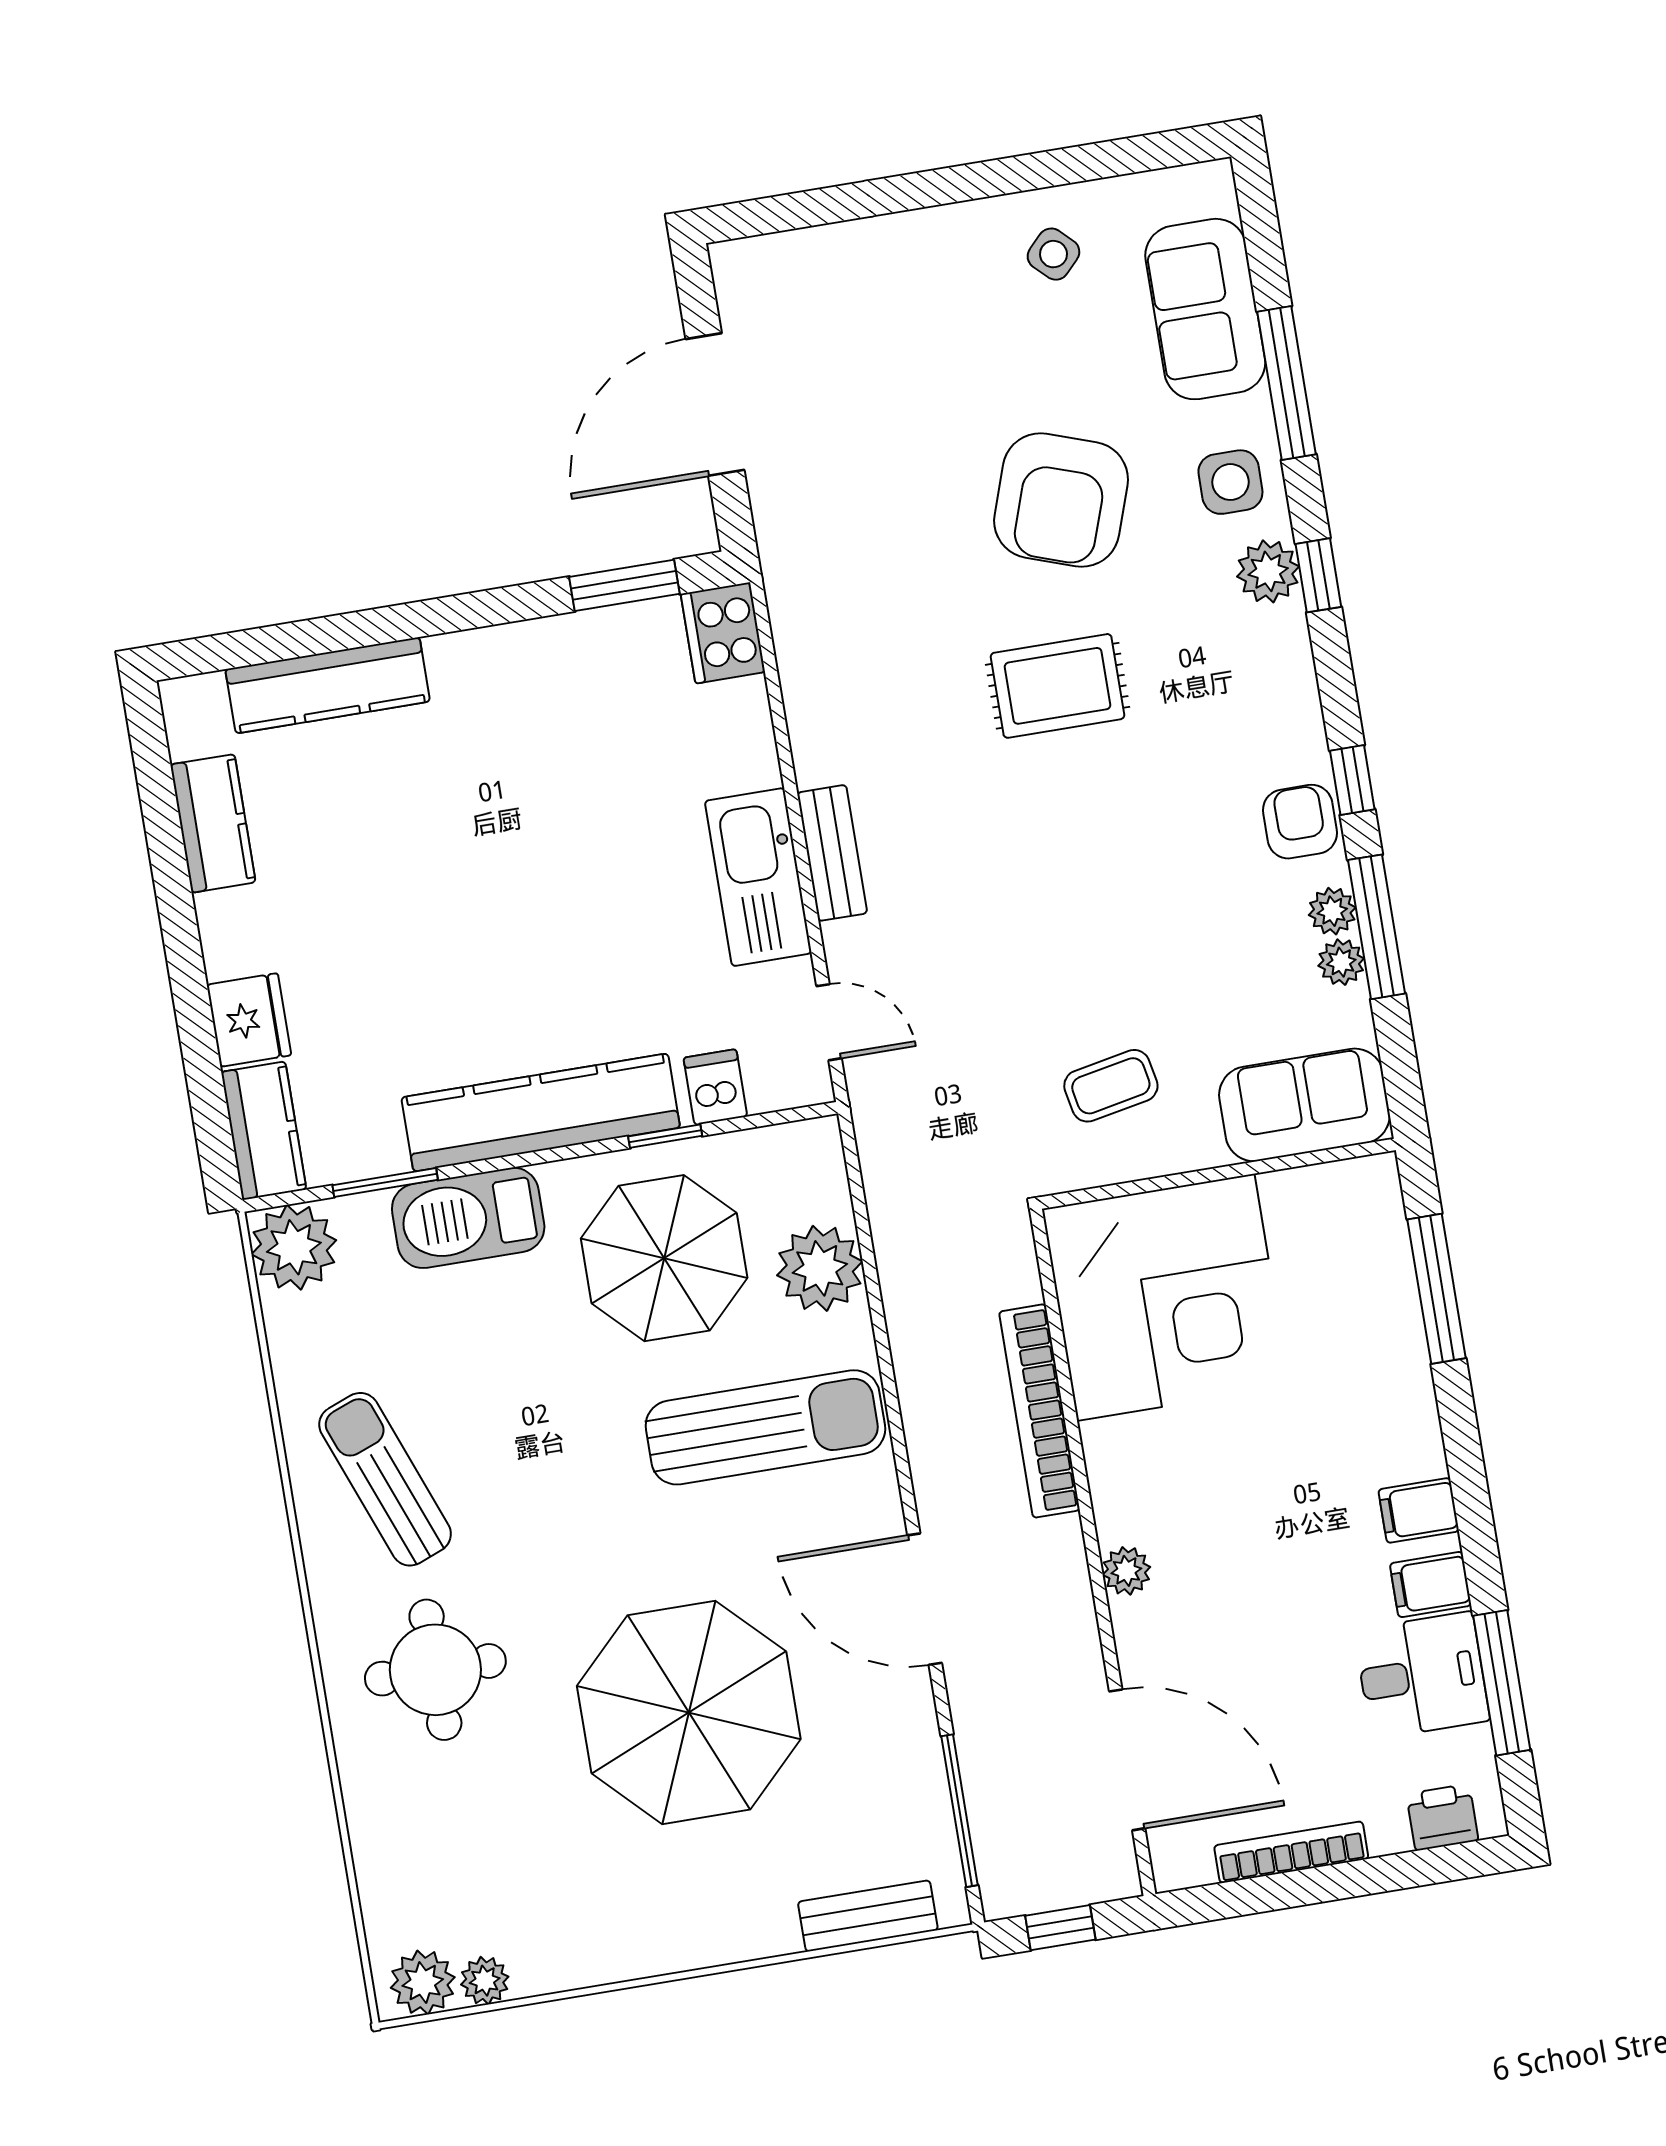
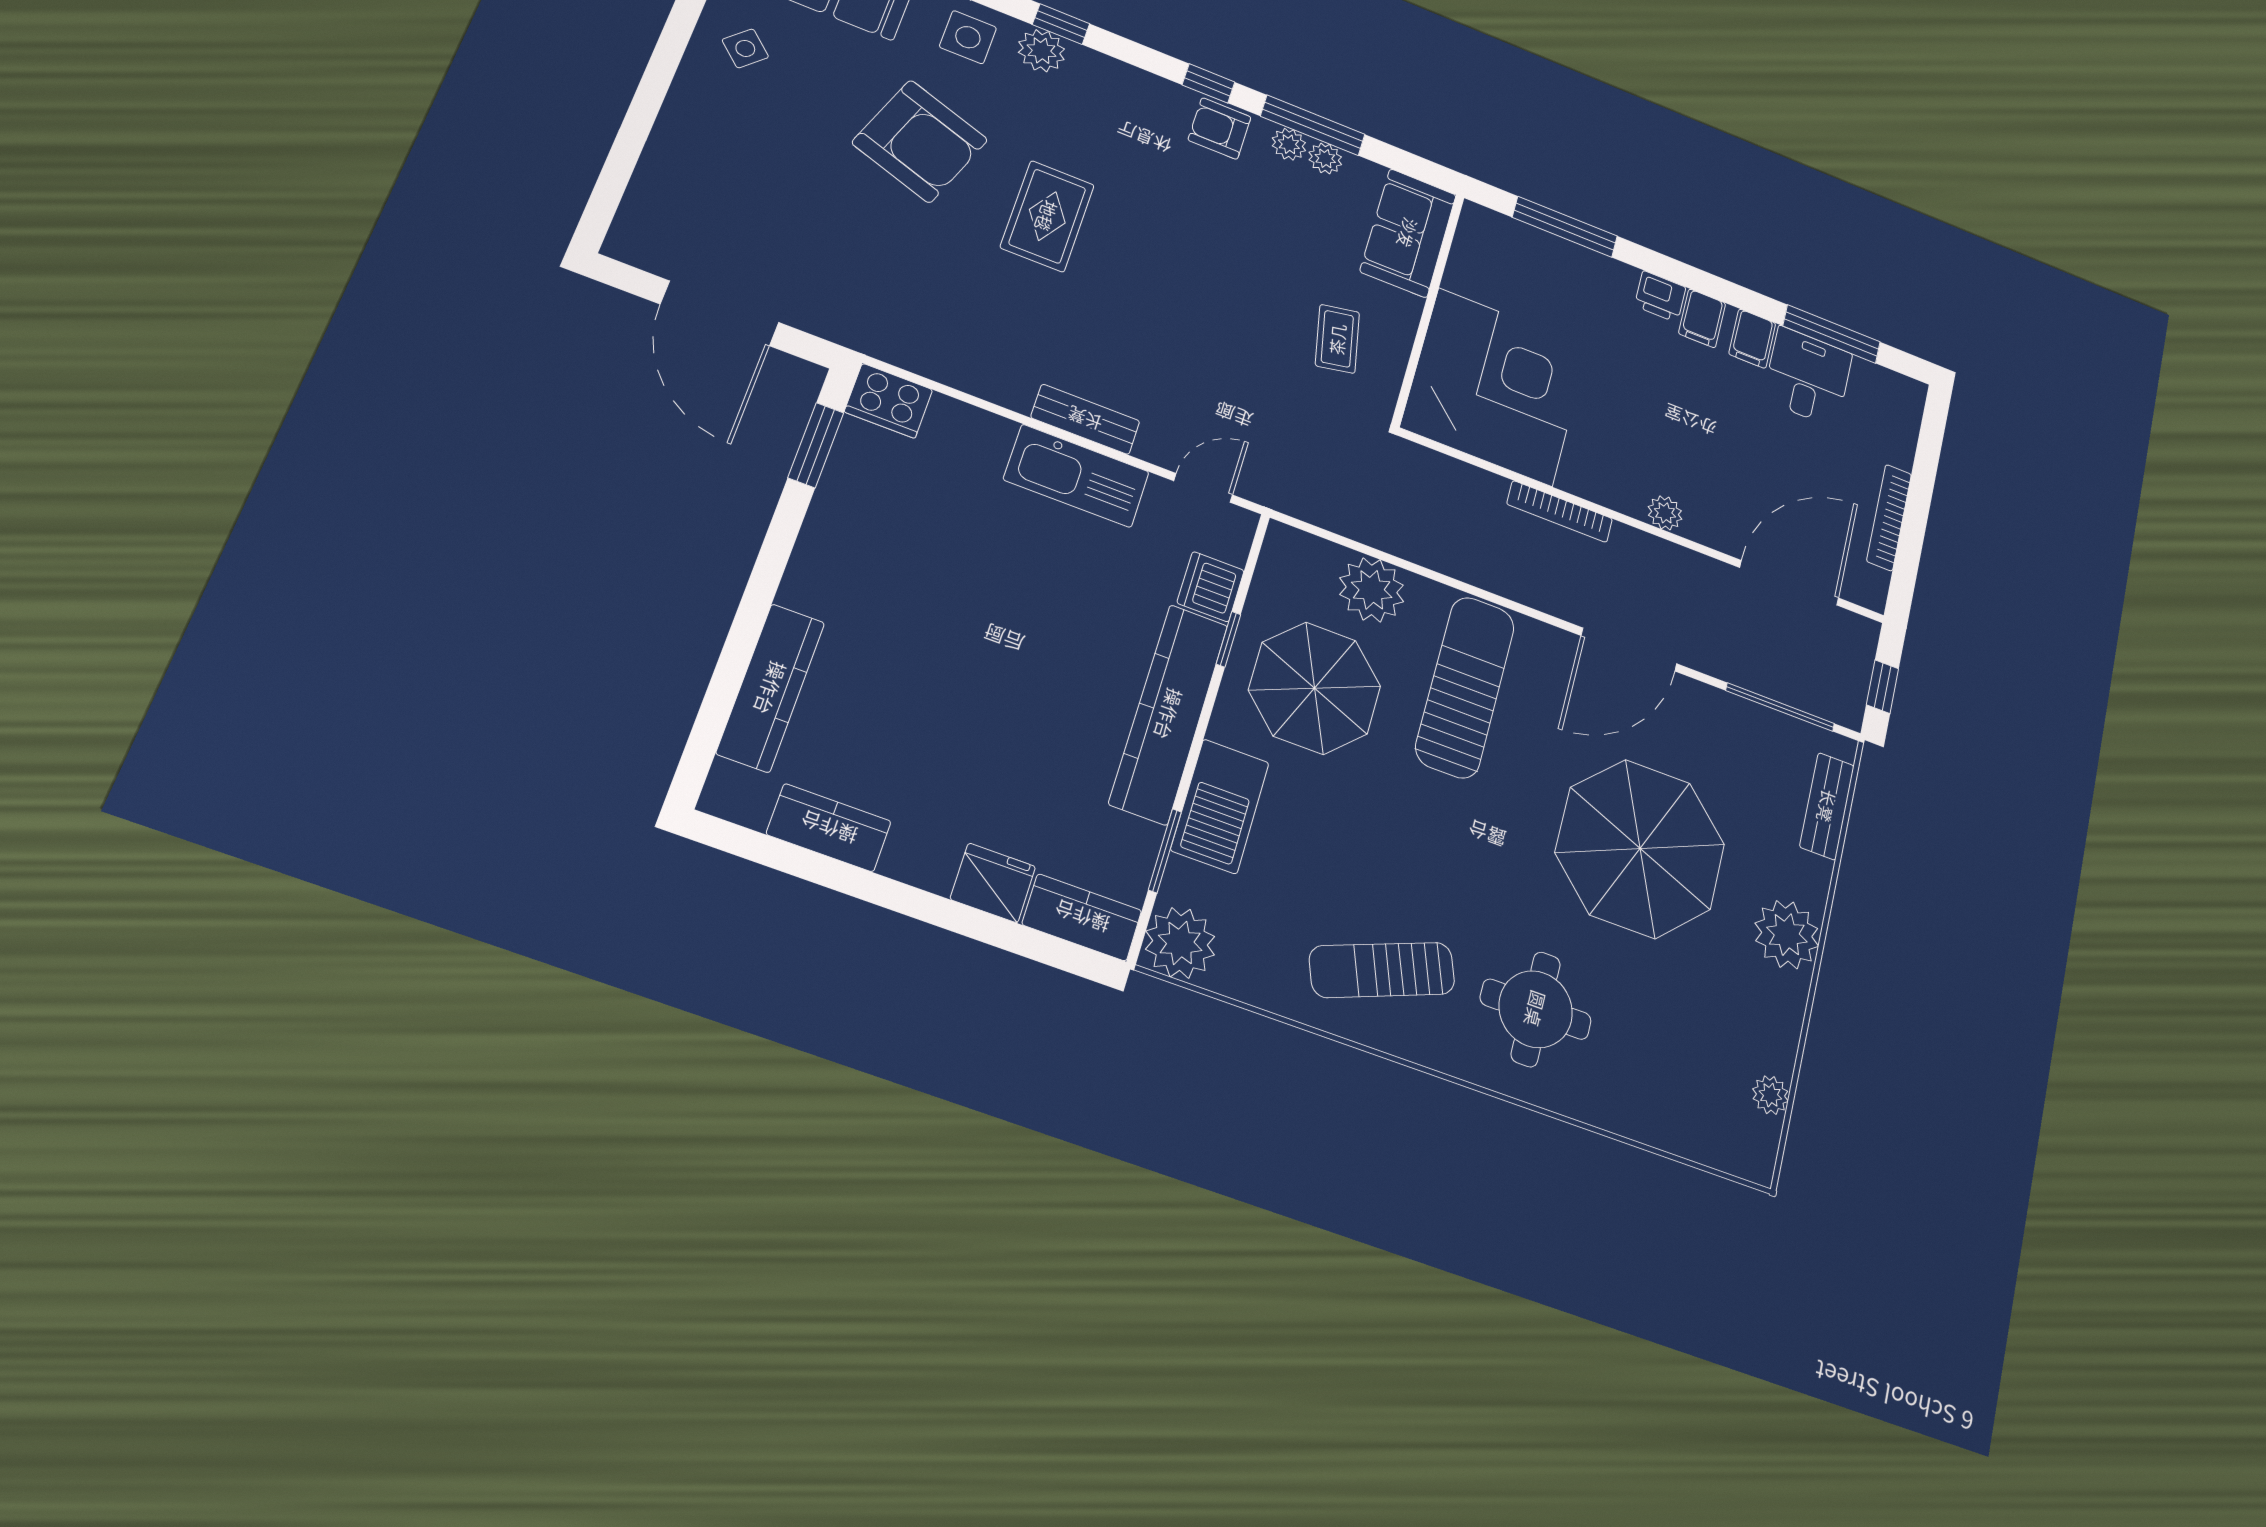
dishwasher: (715, 1087) -> (1211, 587), width x1.38
bookcase: (1039, 1411) -> (1560, 511), width x0.68, depth x0.76
printer: (1442, 1817) -> (1660, 297), moved, turned -90
plant: (423, 1982) -> (1787, 935), moved, width x1.36, depth x1.36

